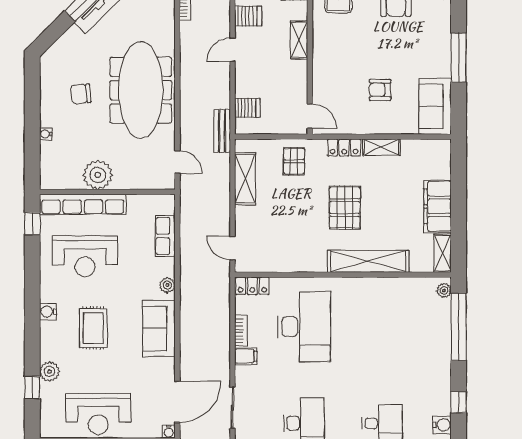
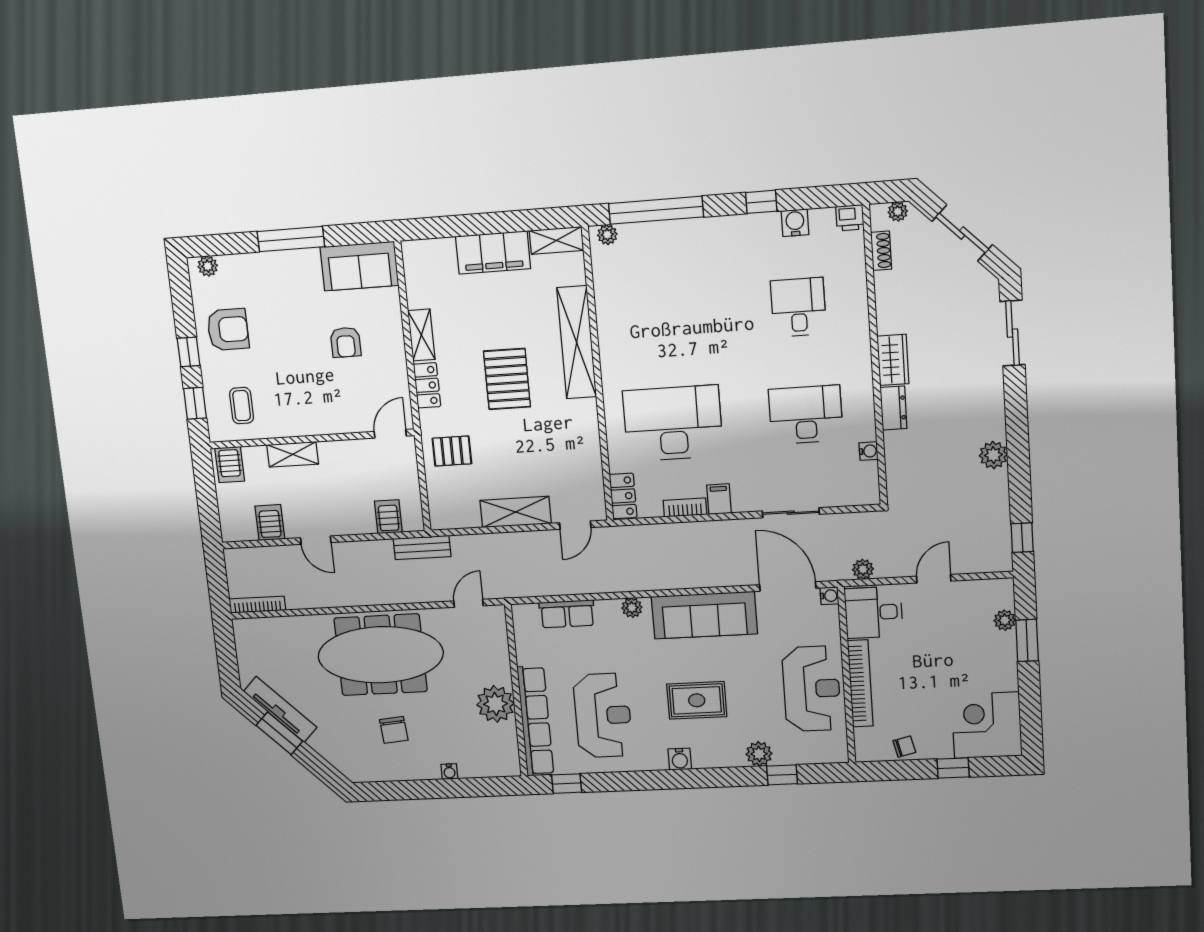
shelving: (245, 179) -> (516, 512), moved
pallet: (345, 208) -> (507, 379), turned 90
sofa: (159, 329) -> (704, 615), width x1.36

